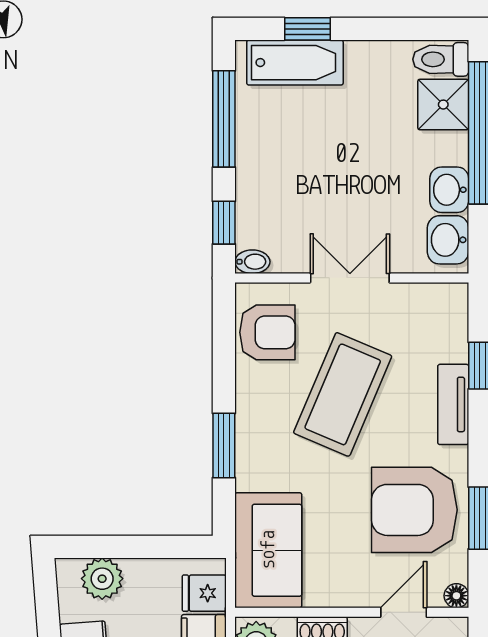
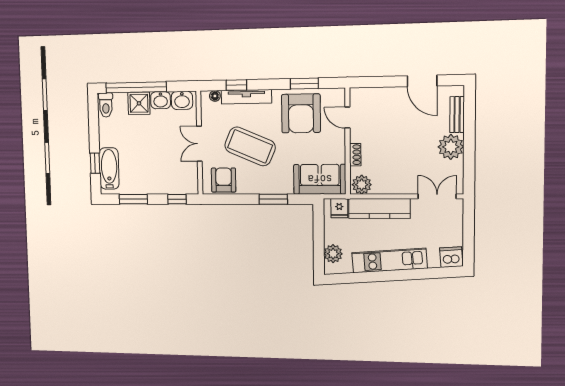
shower: (443, 105) -> (139, 103), moved
window: (224, 119) -> (133, 199), width x0.69
bidet: (252, 262) -> (193, 187), removed
tv unit: (453, 404) -> (246, 97), width x1.41
floor lamp: (456, 596) -> (215, 96), moved

